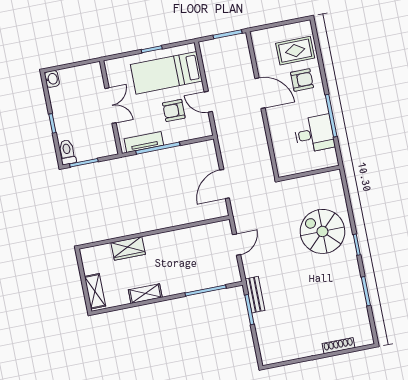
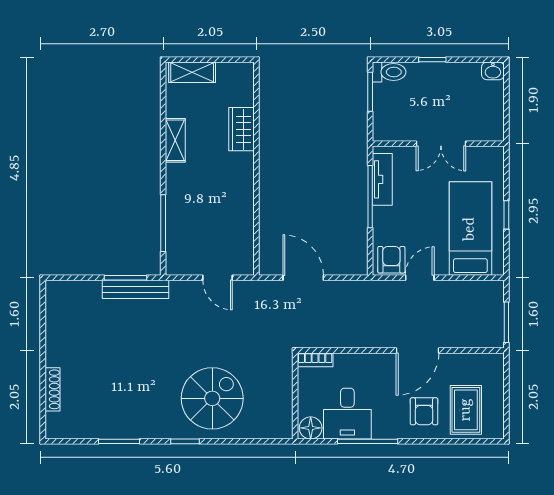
armchair: (174, 110) -> (391, 260), moved
floor lamp: (330, 158) -> (311, 428), added
bookcase: (281, 164) -> (315, 360), added
bench: (255, 295) -> (136, 289), width x1.36

